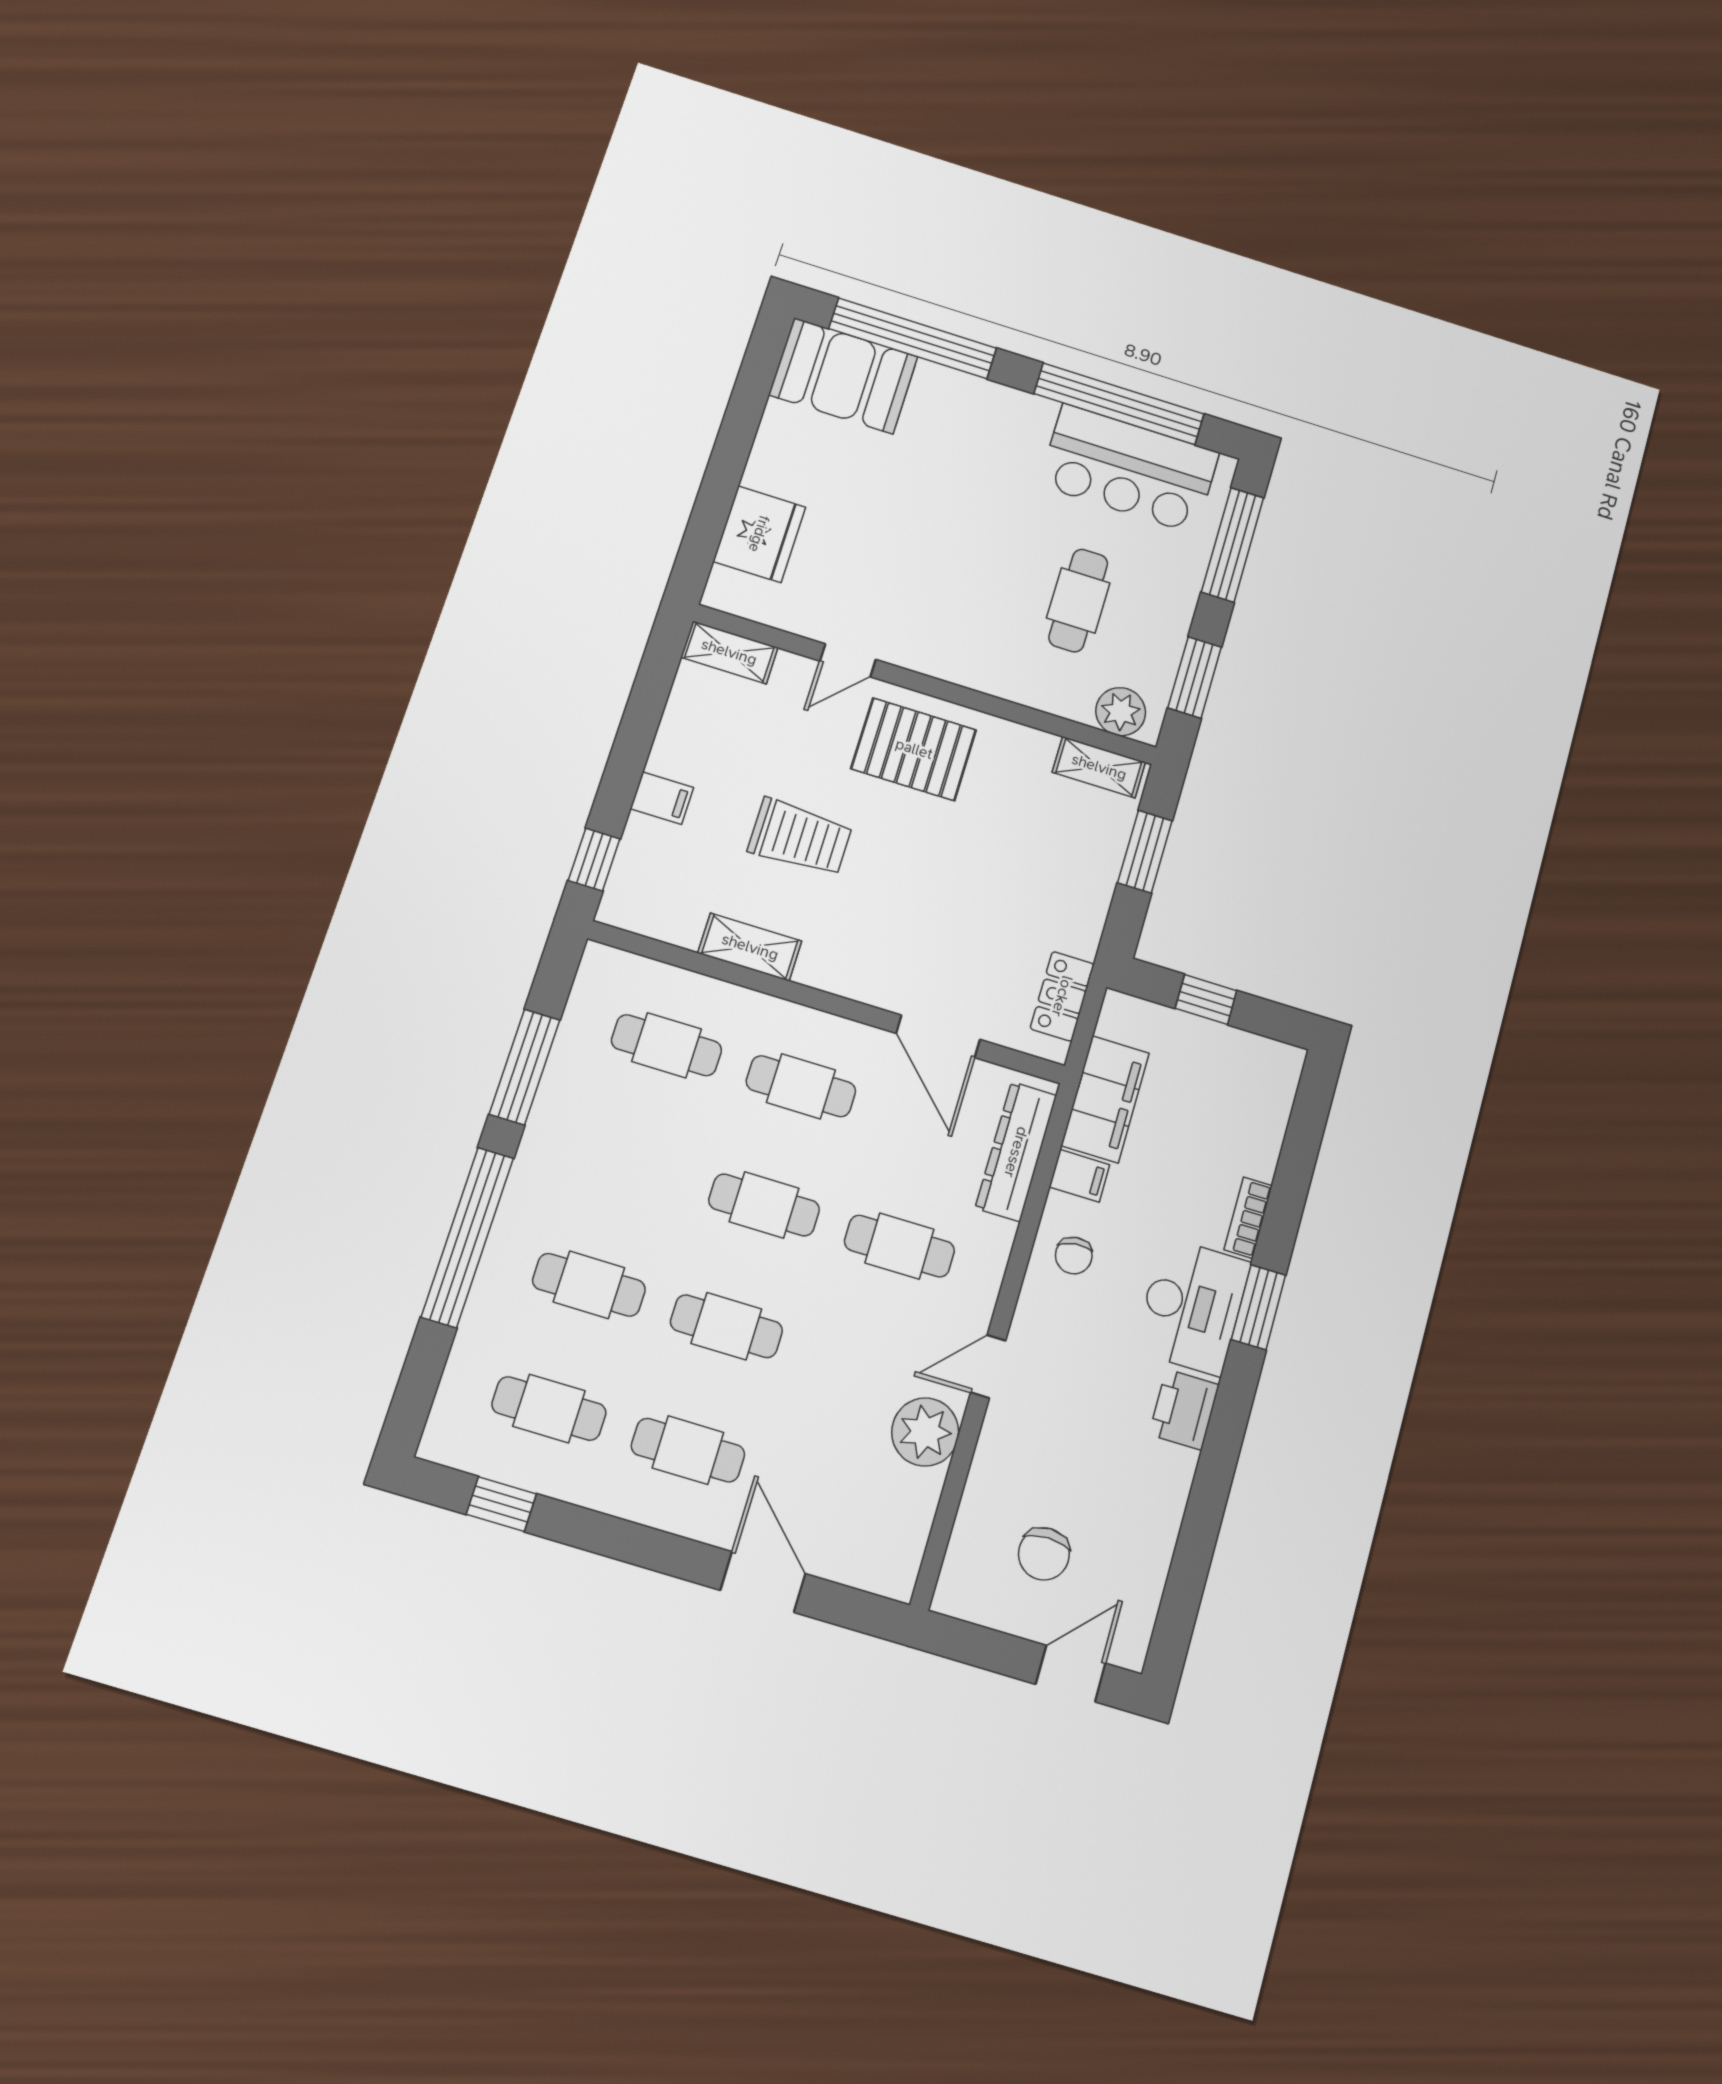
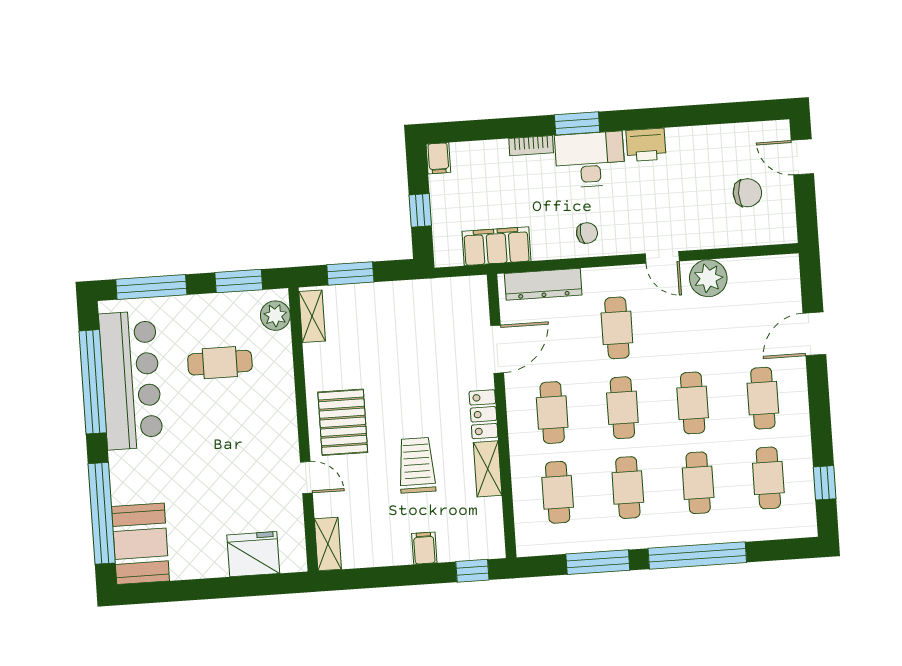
bar counter: (1129, 469) -> (131, 380), width x1.36
locker: (1062, 996) -> (483, 414), moved, turned 90
cafe table: (628, 1164) -> (628, 488), added
filing cabinet: (1079, 1176) -> (438, 158), moved, turned 180

